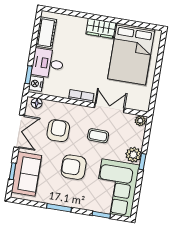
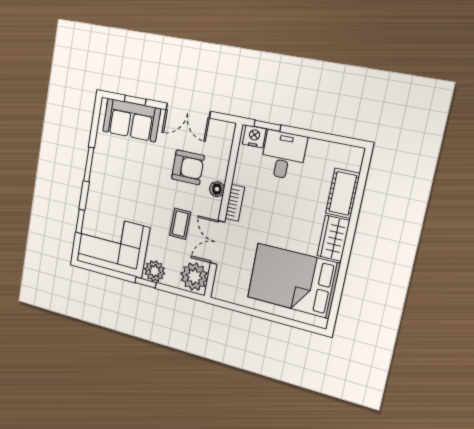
cot: (46, 33) -> (343, 193), moved, turned 90
floor lamp: (37, 103) -> (217, 189), moved
double door: (109, 108) -> (218, 242), swing flipped
plant: (140, 121) -> (194, 277), width x1.88, depth x1.88
armchair: (74, 167) -> (140, 187), removed

